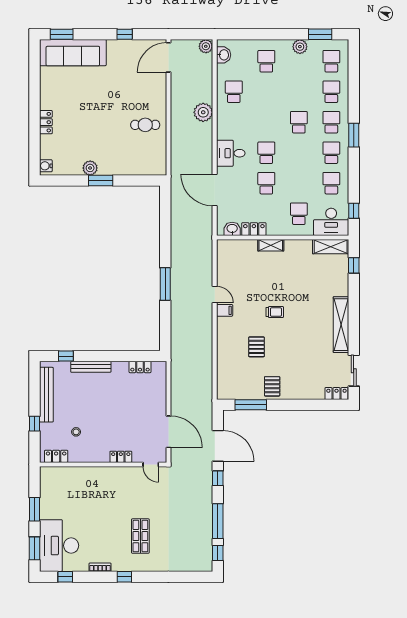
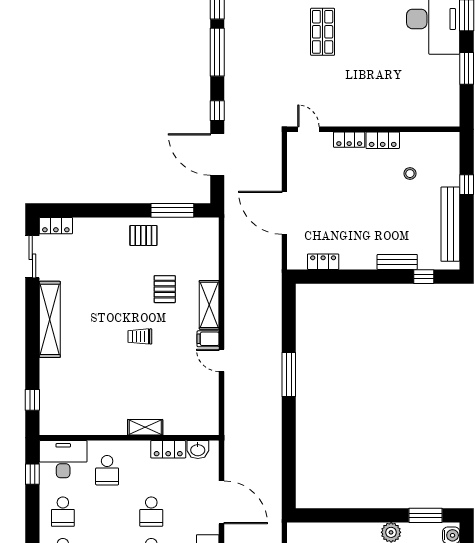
window: (101, 180) -> (425, 515), moved
shelving: (331, 247) -> (209, 305), moved, turned 90
bench: (91, 367) -> (397, 262), width x0.73
pallet: (272, 386) -> (143, 235), turned 90
door: (168, 432) -> (284, 213), moved
locker: (56, 456) -> (383, 140), moved

